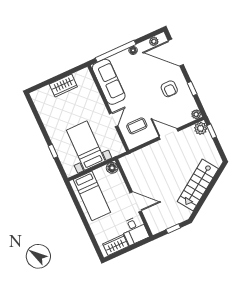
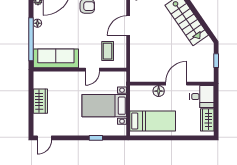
door: (32, 104) -> (44, 138), added
door: (114, 120) -> (92, 70), swing flipped
floor lamp: (112, 168) -> (159, 91), moved

